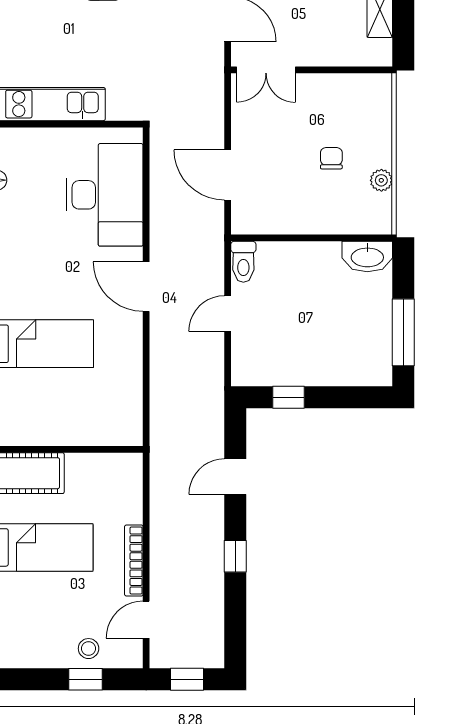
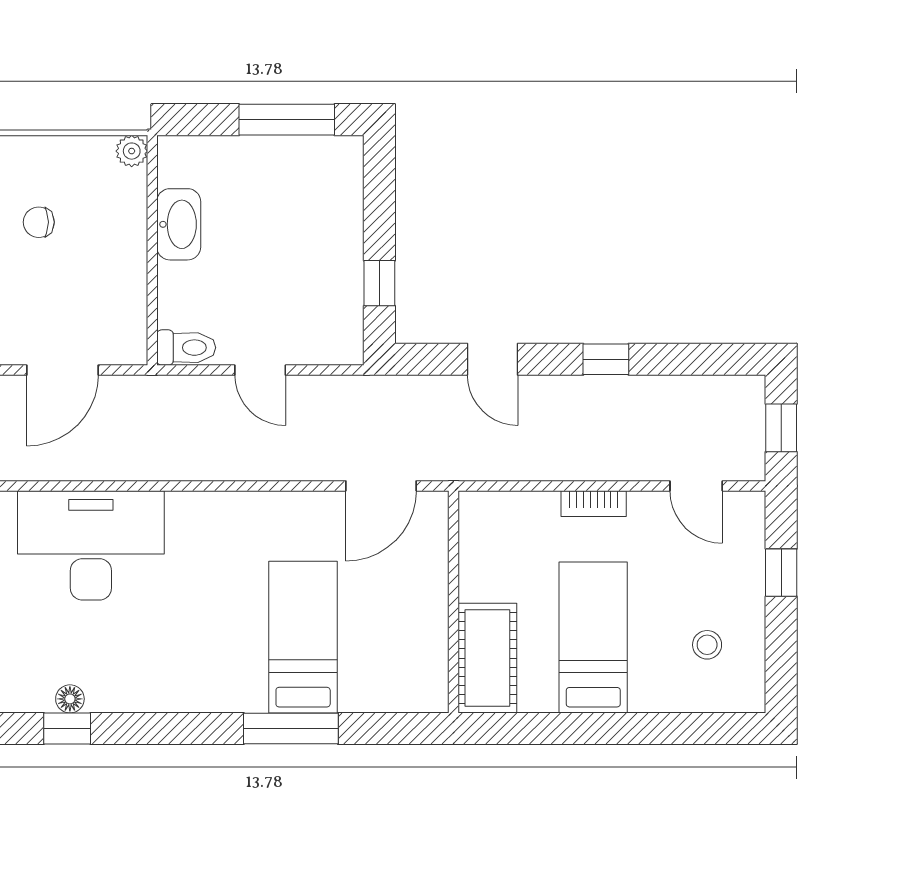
plant: (381, 180) -> (132, 151), moved
washbasin: (367, 256) -> (179, 224), moved
door: (146, 287) -> (381, 486), moved
bookcase: (134, 561) -> (594, 504), width x0.64
stool: (89, 649) -> (707, 645), moved

